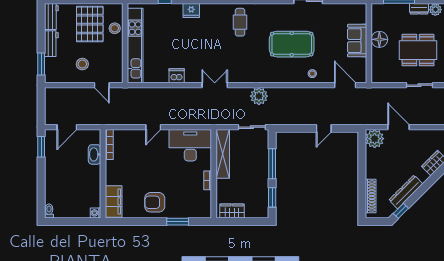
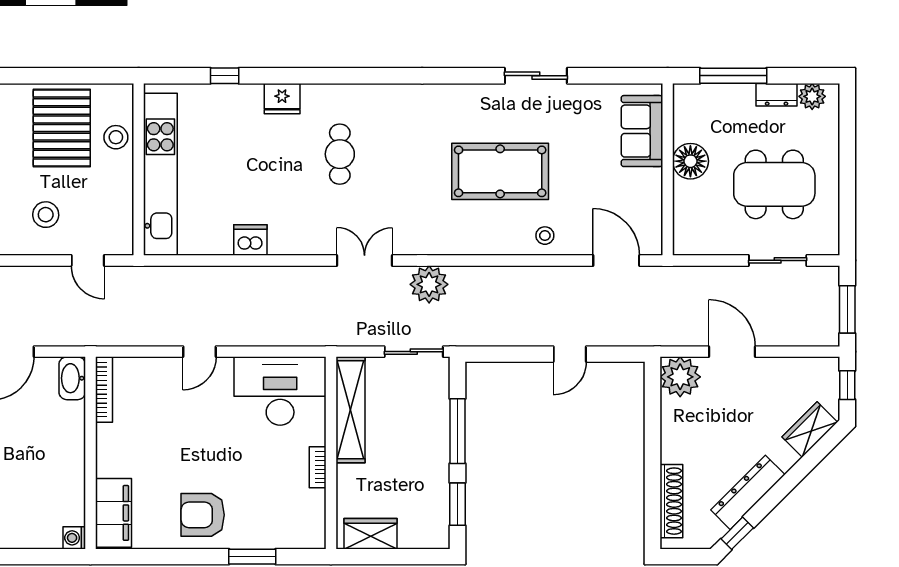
cafe table: (240, 22) -> (340, 154), moved
sofa: (357, 41) -> (642, 131), moved
double door: (215, 85) -> (365, 260), moved
washbasin: (95, 154) -> (72, 378), moved

